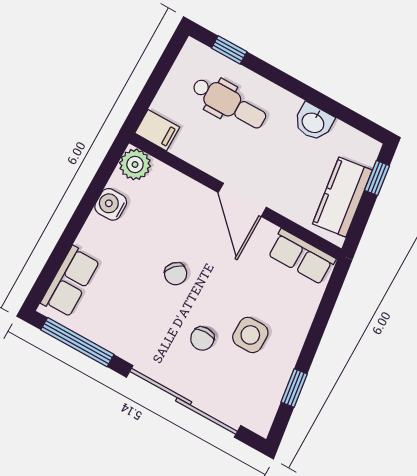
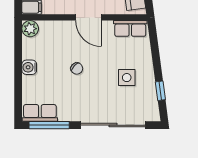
water cooler: (111, 204) -> (29, 67), moved
row of seats: (70, 282) -> (40, 113), moved, turned -90
chair: (202, 339) -> (106, 91), removed

